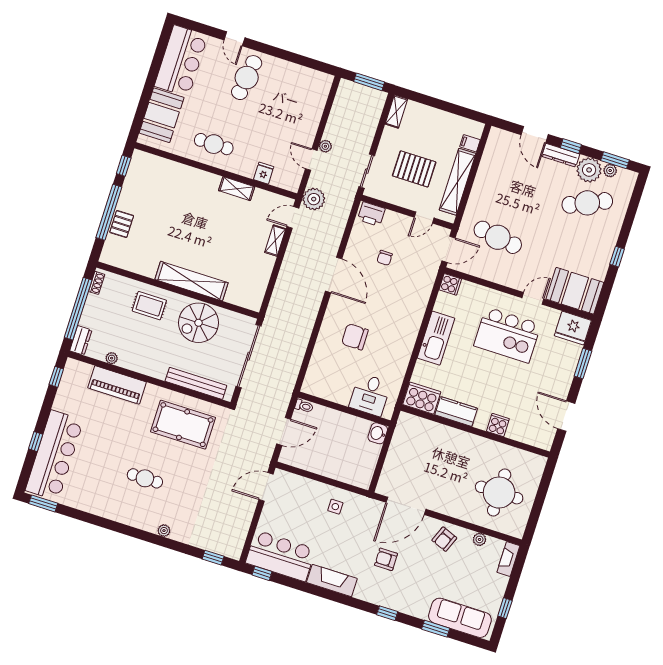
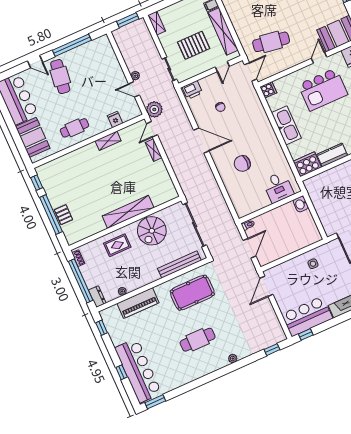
window: (288, 56) -> (72, 45), added
cafe table: (145, 478) -> (198, 340), width x1.37, depth x1.35

